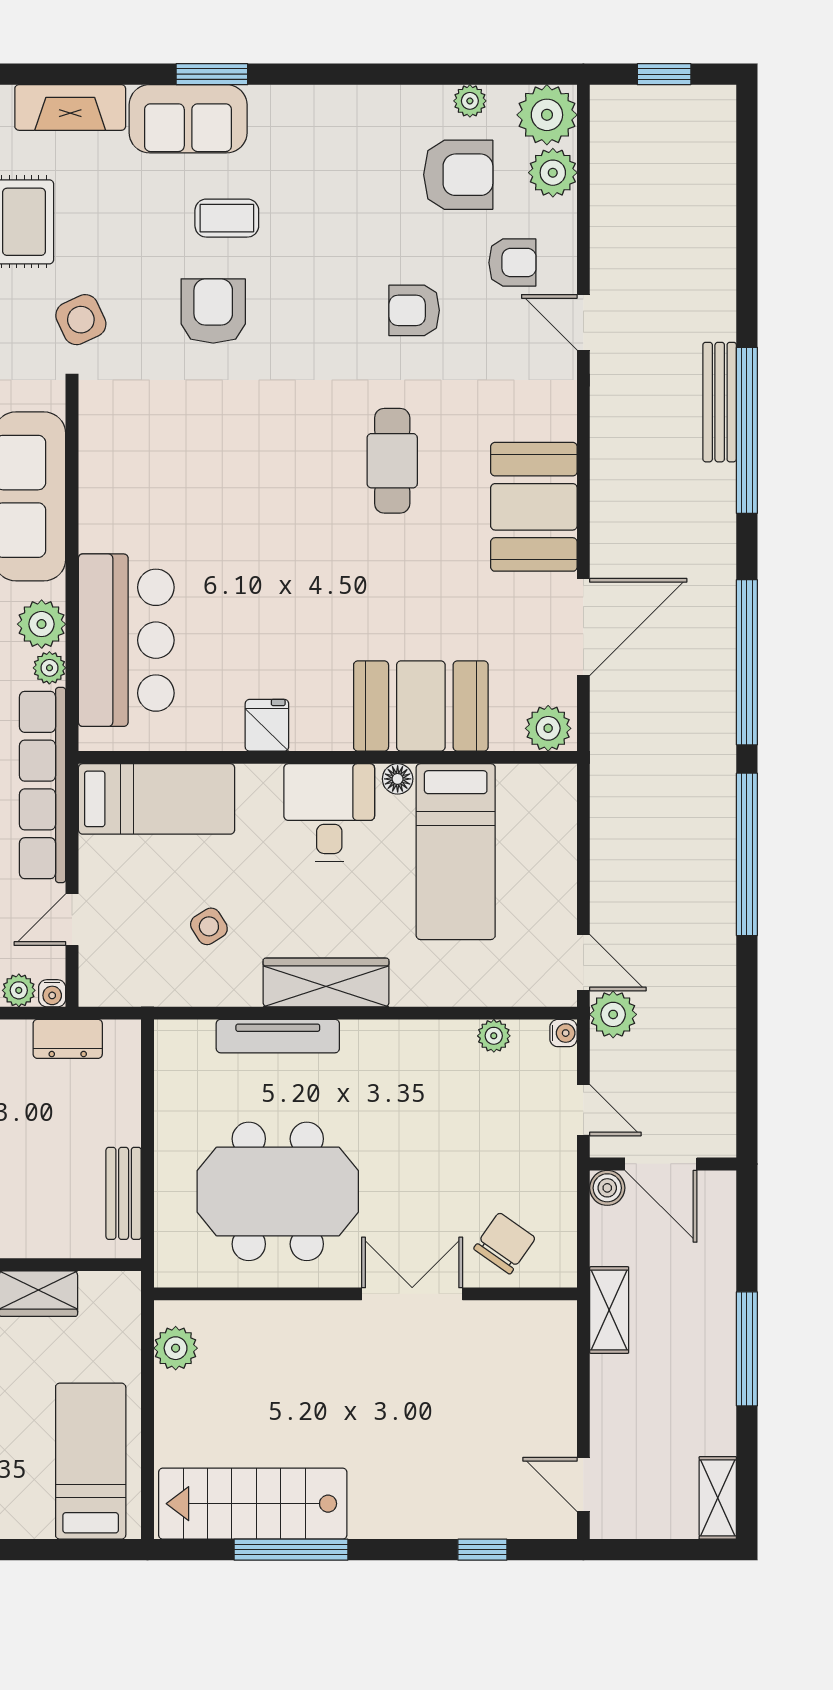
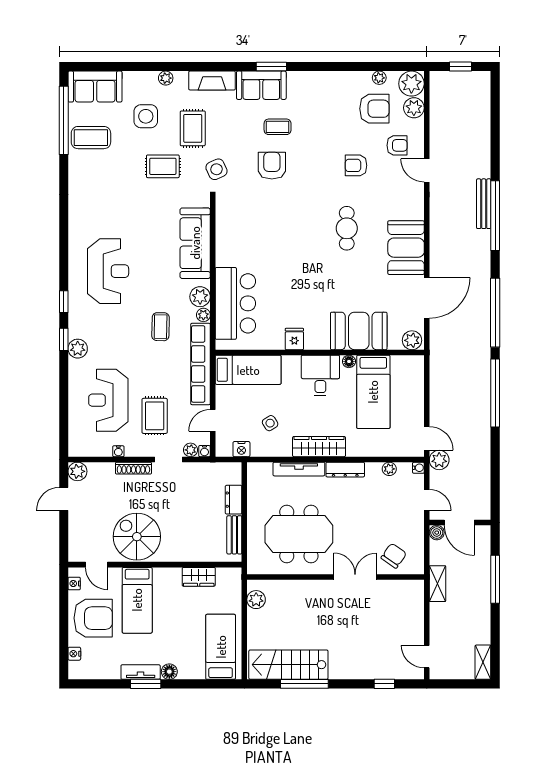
nightstand: (141, 989) -> (241, 449), added
dresser: (389, 1037) -> (345, 470), added
dresser: (68, 1039) -> (234, 500), moved, turned 90
window: (747, 1349) -> (495, 579), moved

